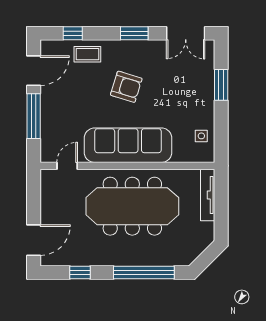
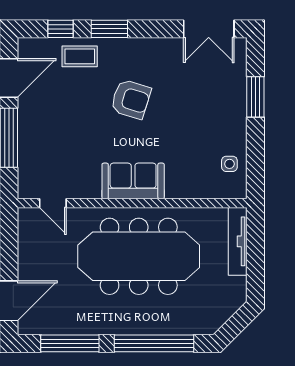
window: (134, 33) -> (109, 29), moved
sofa: (128, 145) -> (133, 181), width x0.54, depth x0.79
door: (67, 166) -> (53, 203), swing flipped
window: (80, 272) -> (70, 343), width x2.17

